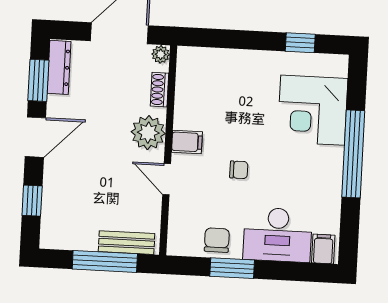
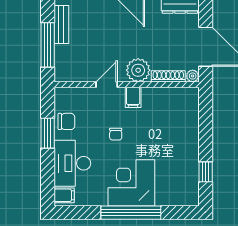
shoe rack: (159, 90) -> (168, 76), width x1.43
corner desk: (313, 110) -> (131, 183), moved
bench: (127, 243) -> (61, 25), moved

